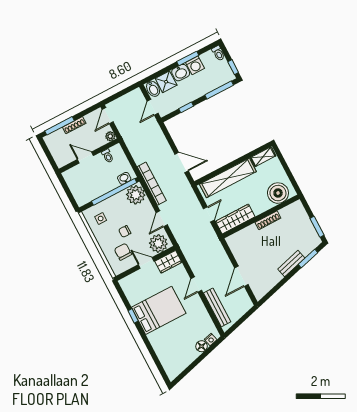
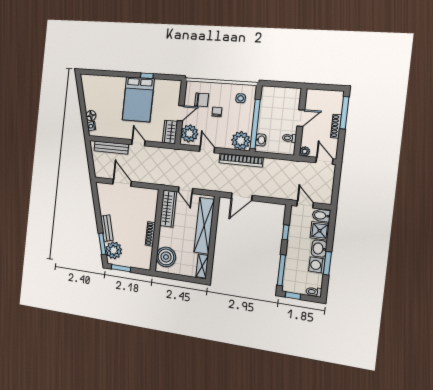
plant: (306, 244) -> (114, 250), added

